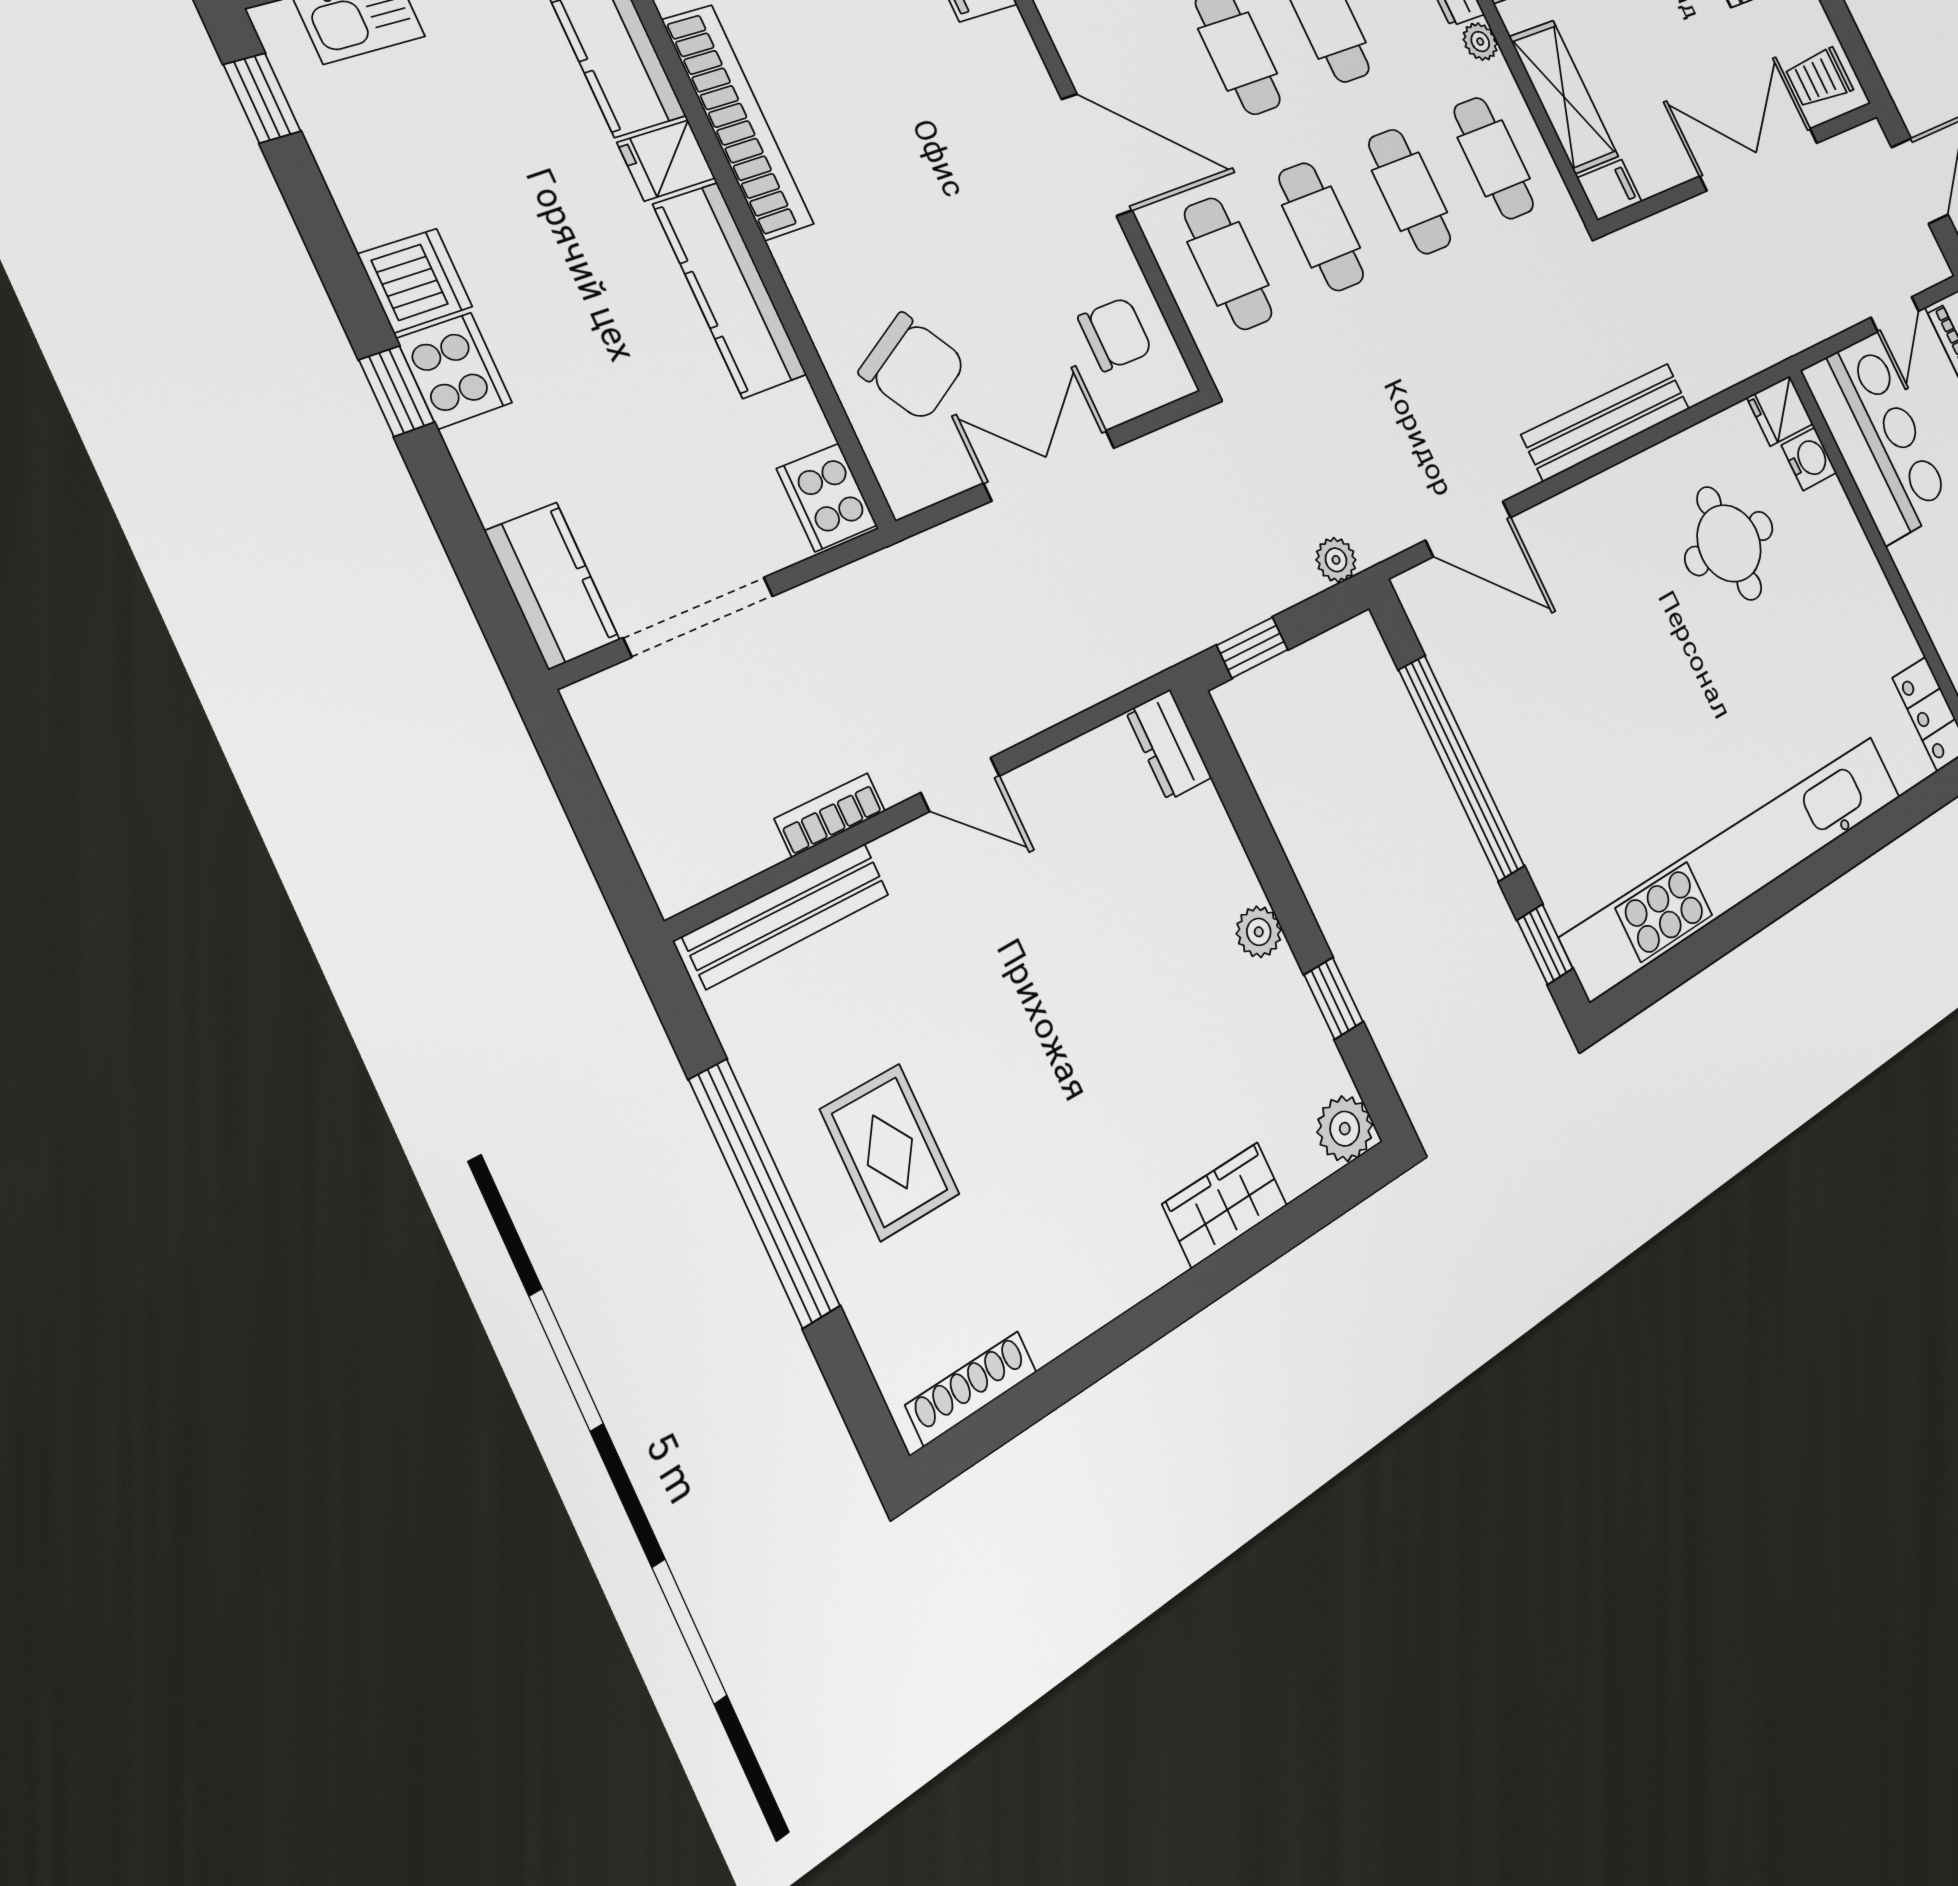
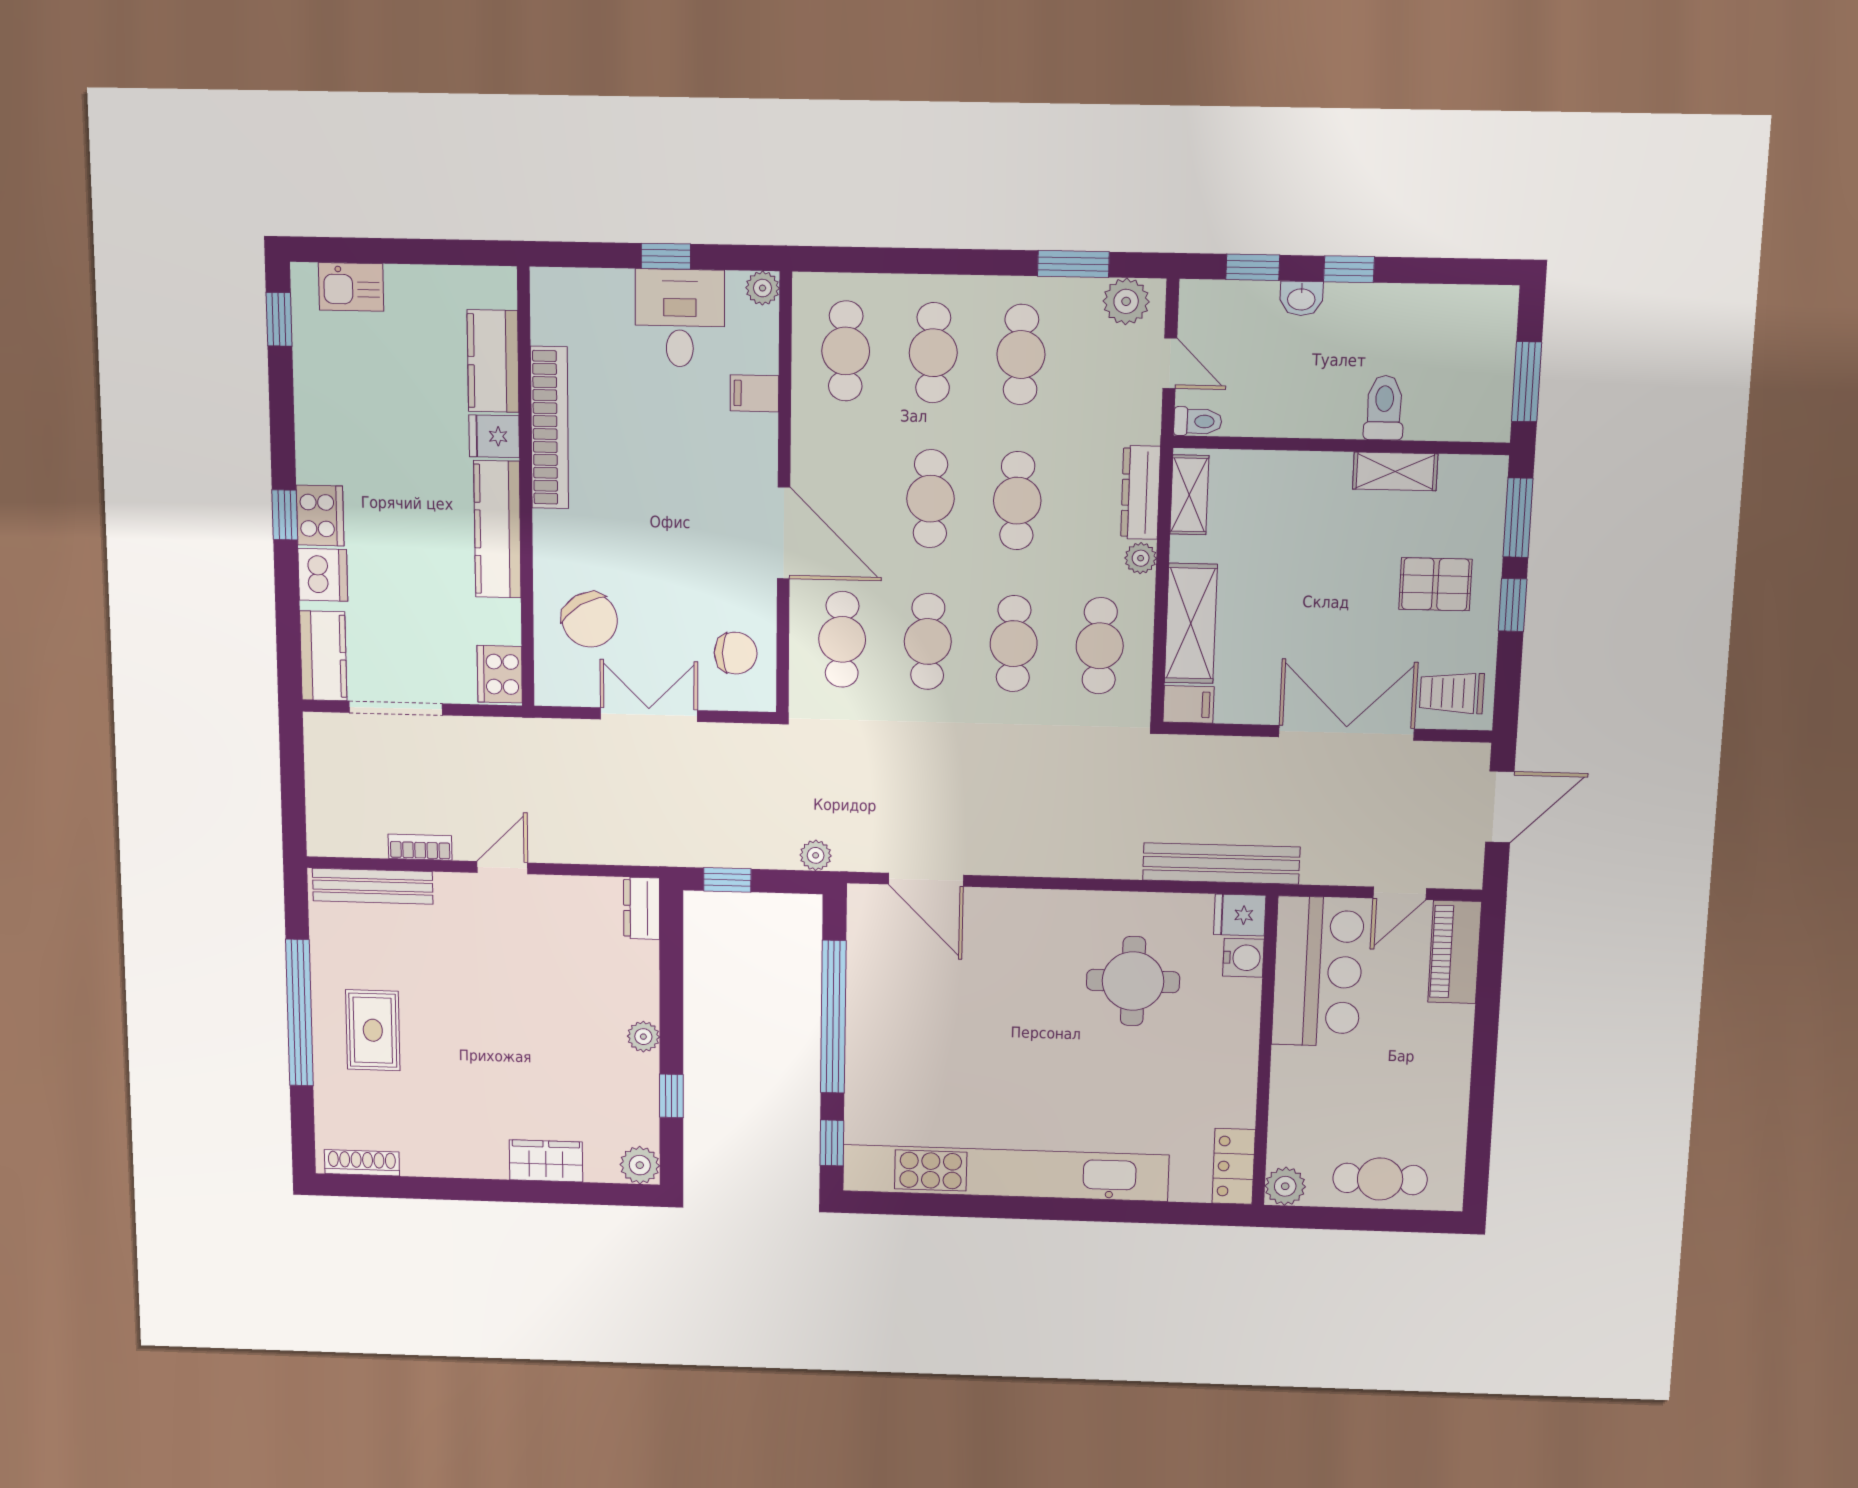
dishwasher: (415, 280) -> (323, 575), moved
bench: (1607, 422) -> (1221, 863), moved
door: (960, 784) -> (502, 868), swing flipped

